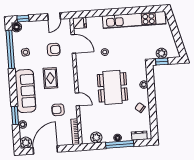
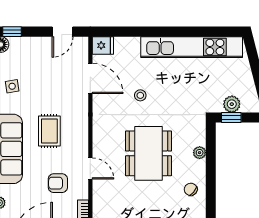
armchair: (54, 50) -> (58, 85), removed

